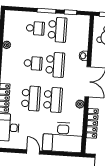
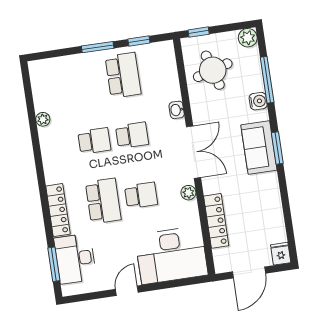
school desk: (35, 28) -> (85, 81), removed
school desk: (55, 65) -> (132, 135), width x0.54
school desk: (53, 100) -> (141, 195), width x0.54
door: (33, 152) -> (127, 291), hinge flipped

